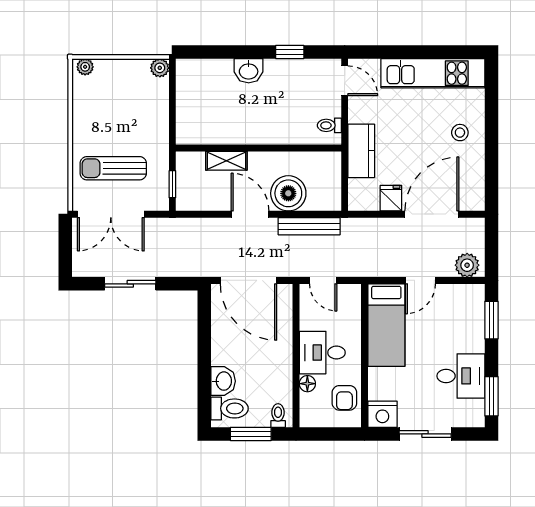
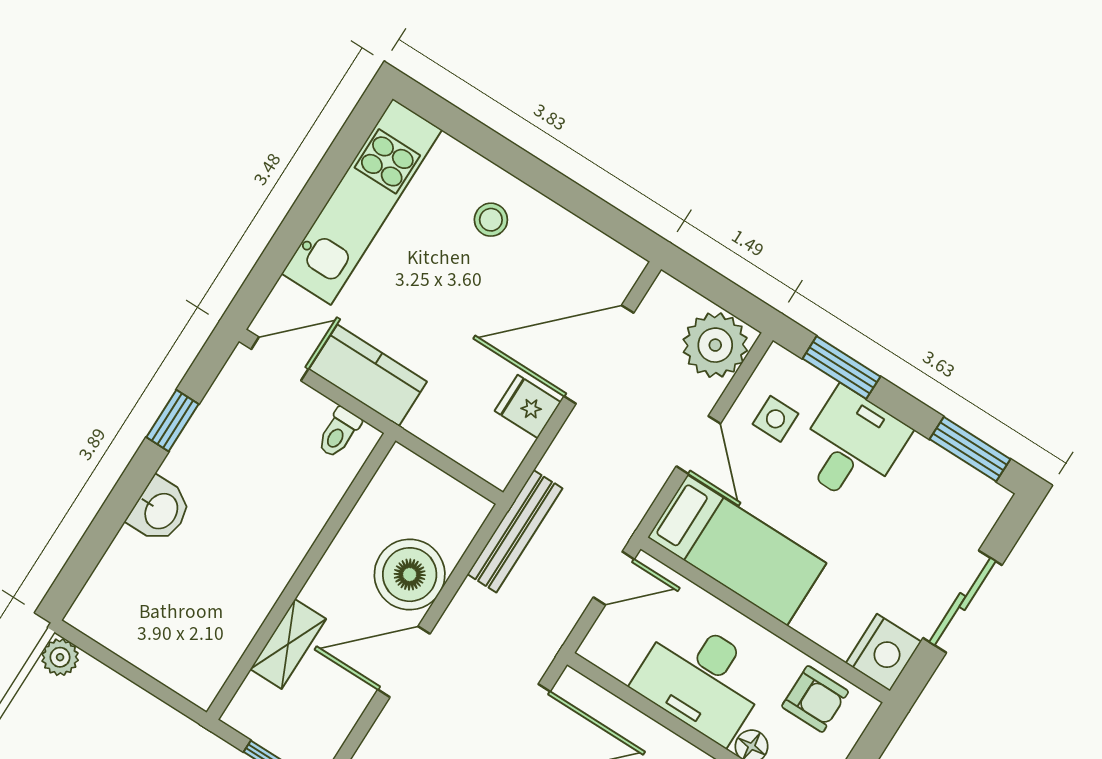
kitchen counter: (361, 151) -> (368, 375), moved
door: (432, 214) -> (599, 355), hinge flipped
bench: (309, 226) -> (515, 531), moved
plant: (467, 265) -> (715, 345), width x1.36, depth x1.36
door: (323, 280) -> (614, 578), moved
side table: (452, 306) -> (776, 419), added
desk: (322, 353) -> (701, 679), width x1.37
desk: (461, 376) -> (852, 446), moved

